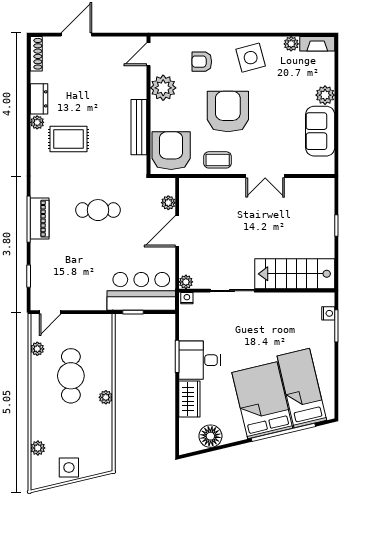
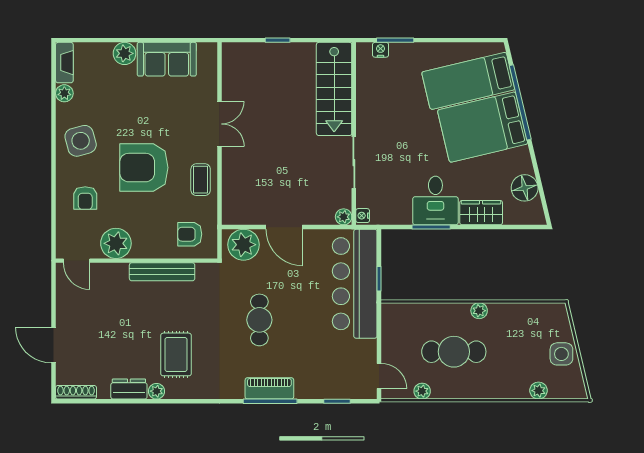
armchair: (171, 151) -> (190, 234), width x0.53, depth x0.53
plant: (168, 203) -> (243, 245), width x1.88, depth x1.88
bar counter: (141, 291) -> (355, 284), width x1.36

